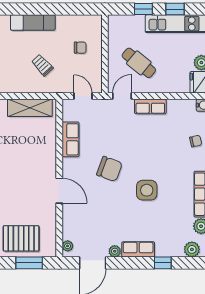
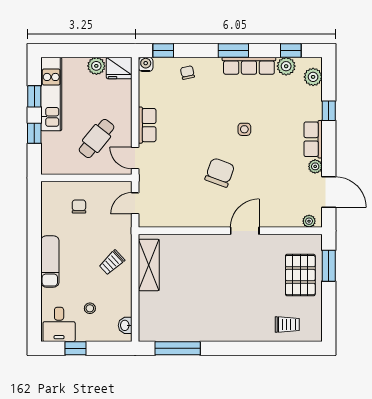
trolley: (42, 65) -> (112, 262), moved
row of seats: (70, 139) -> (185, 218), removed
side table: (147, 190) -> (244, 129), width x0.54, depth x0.54

